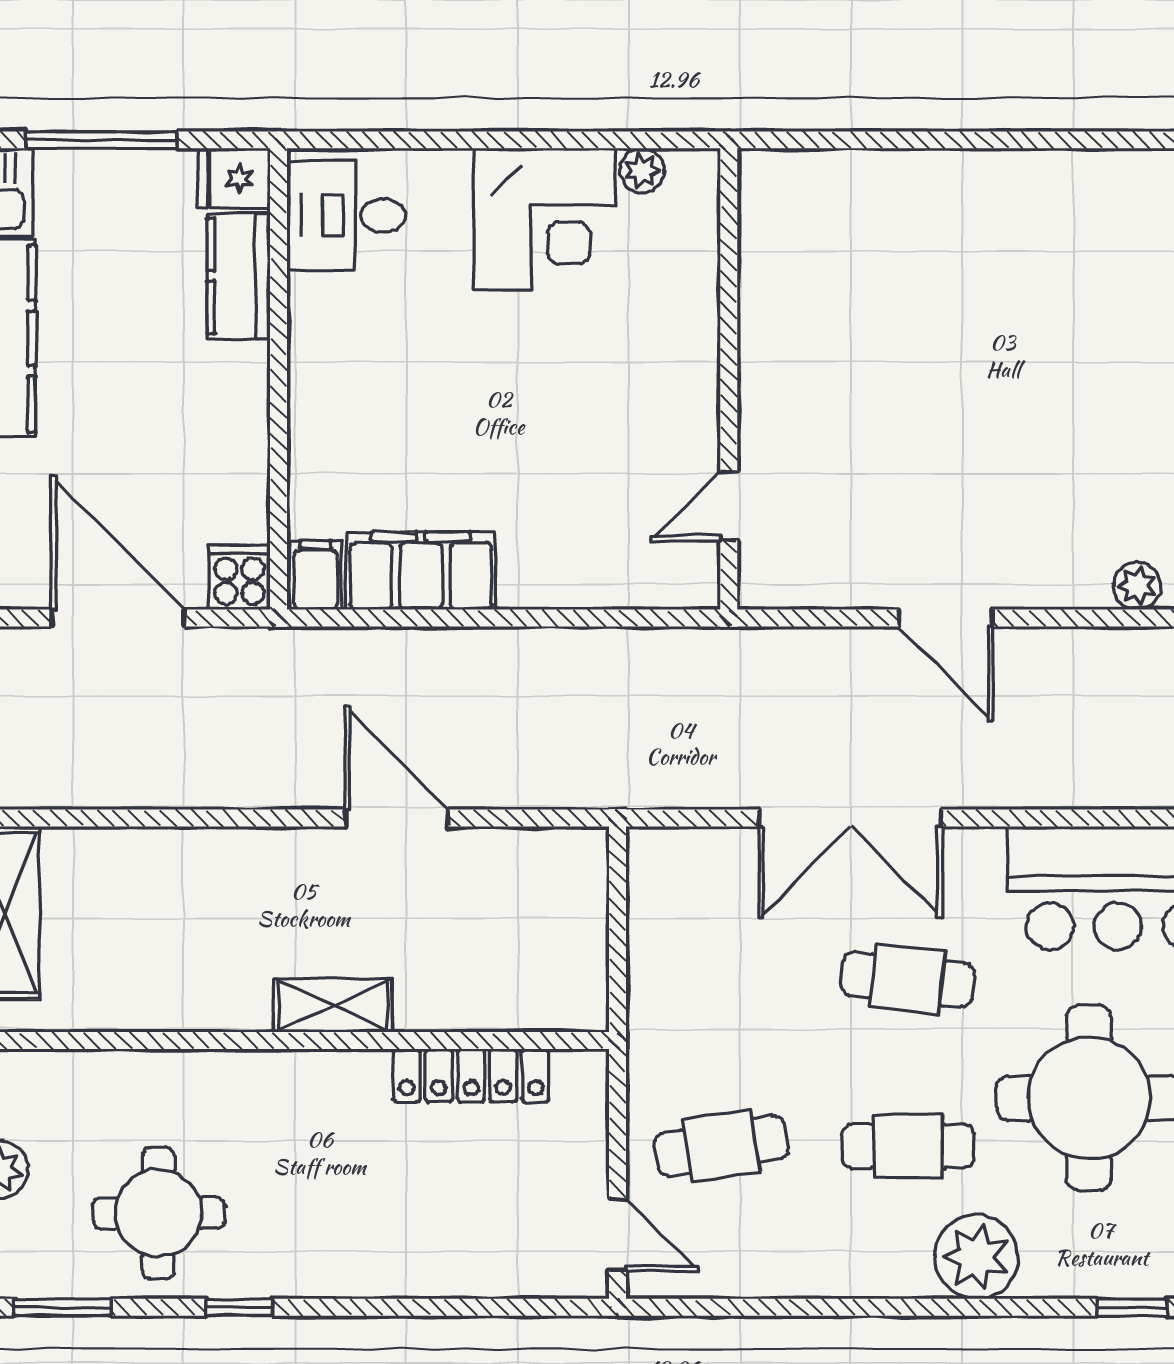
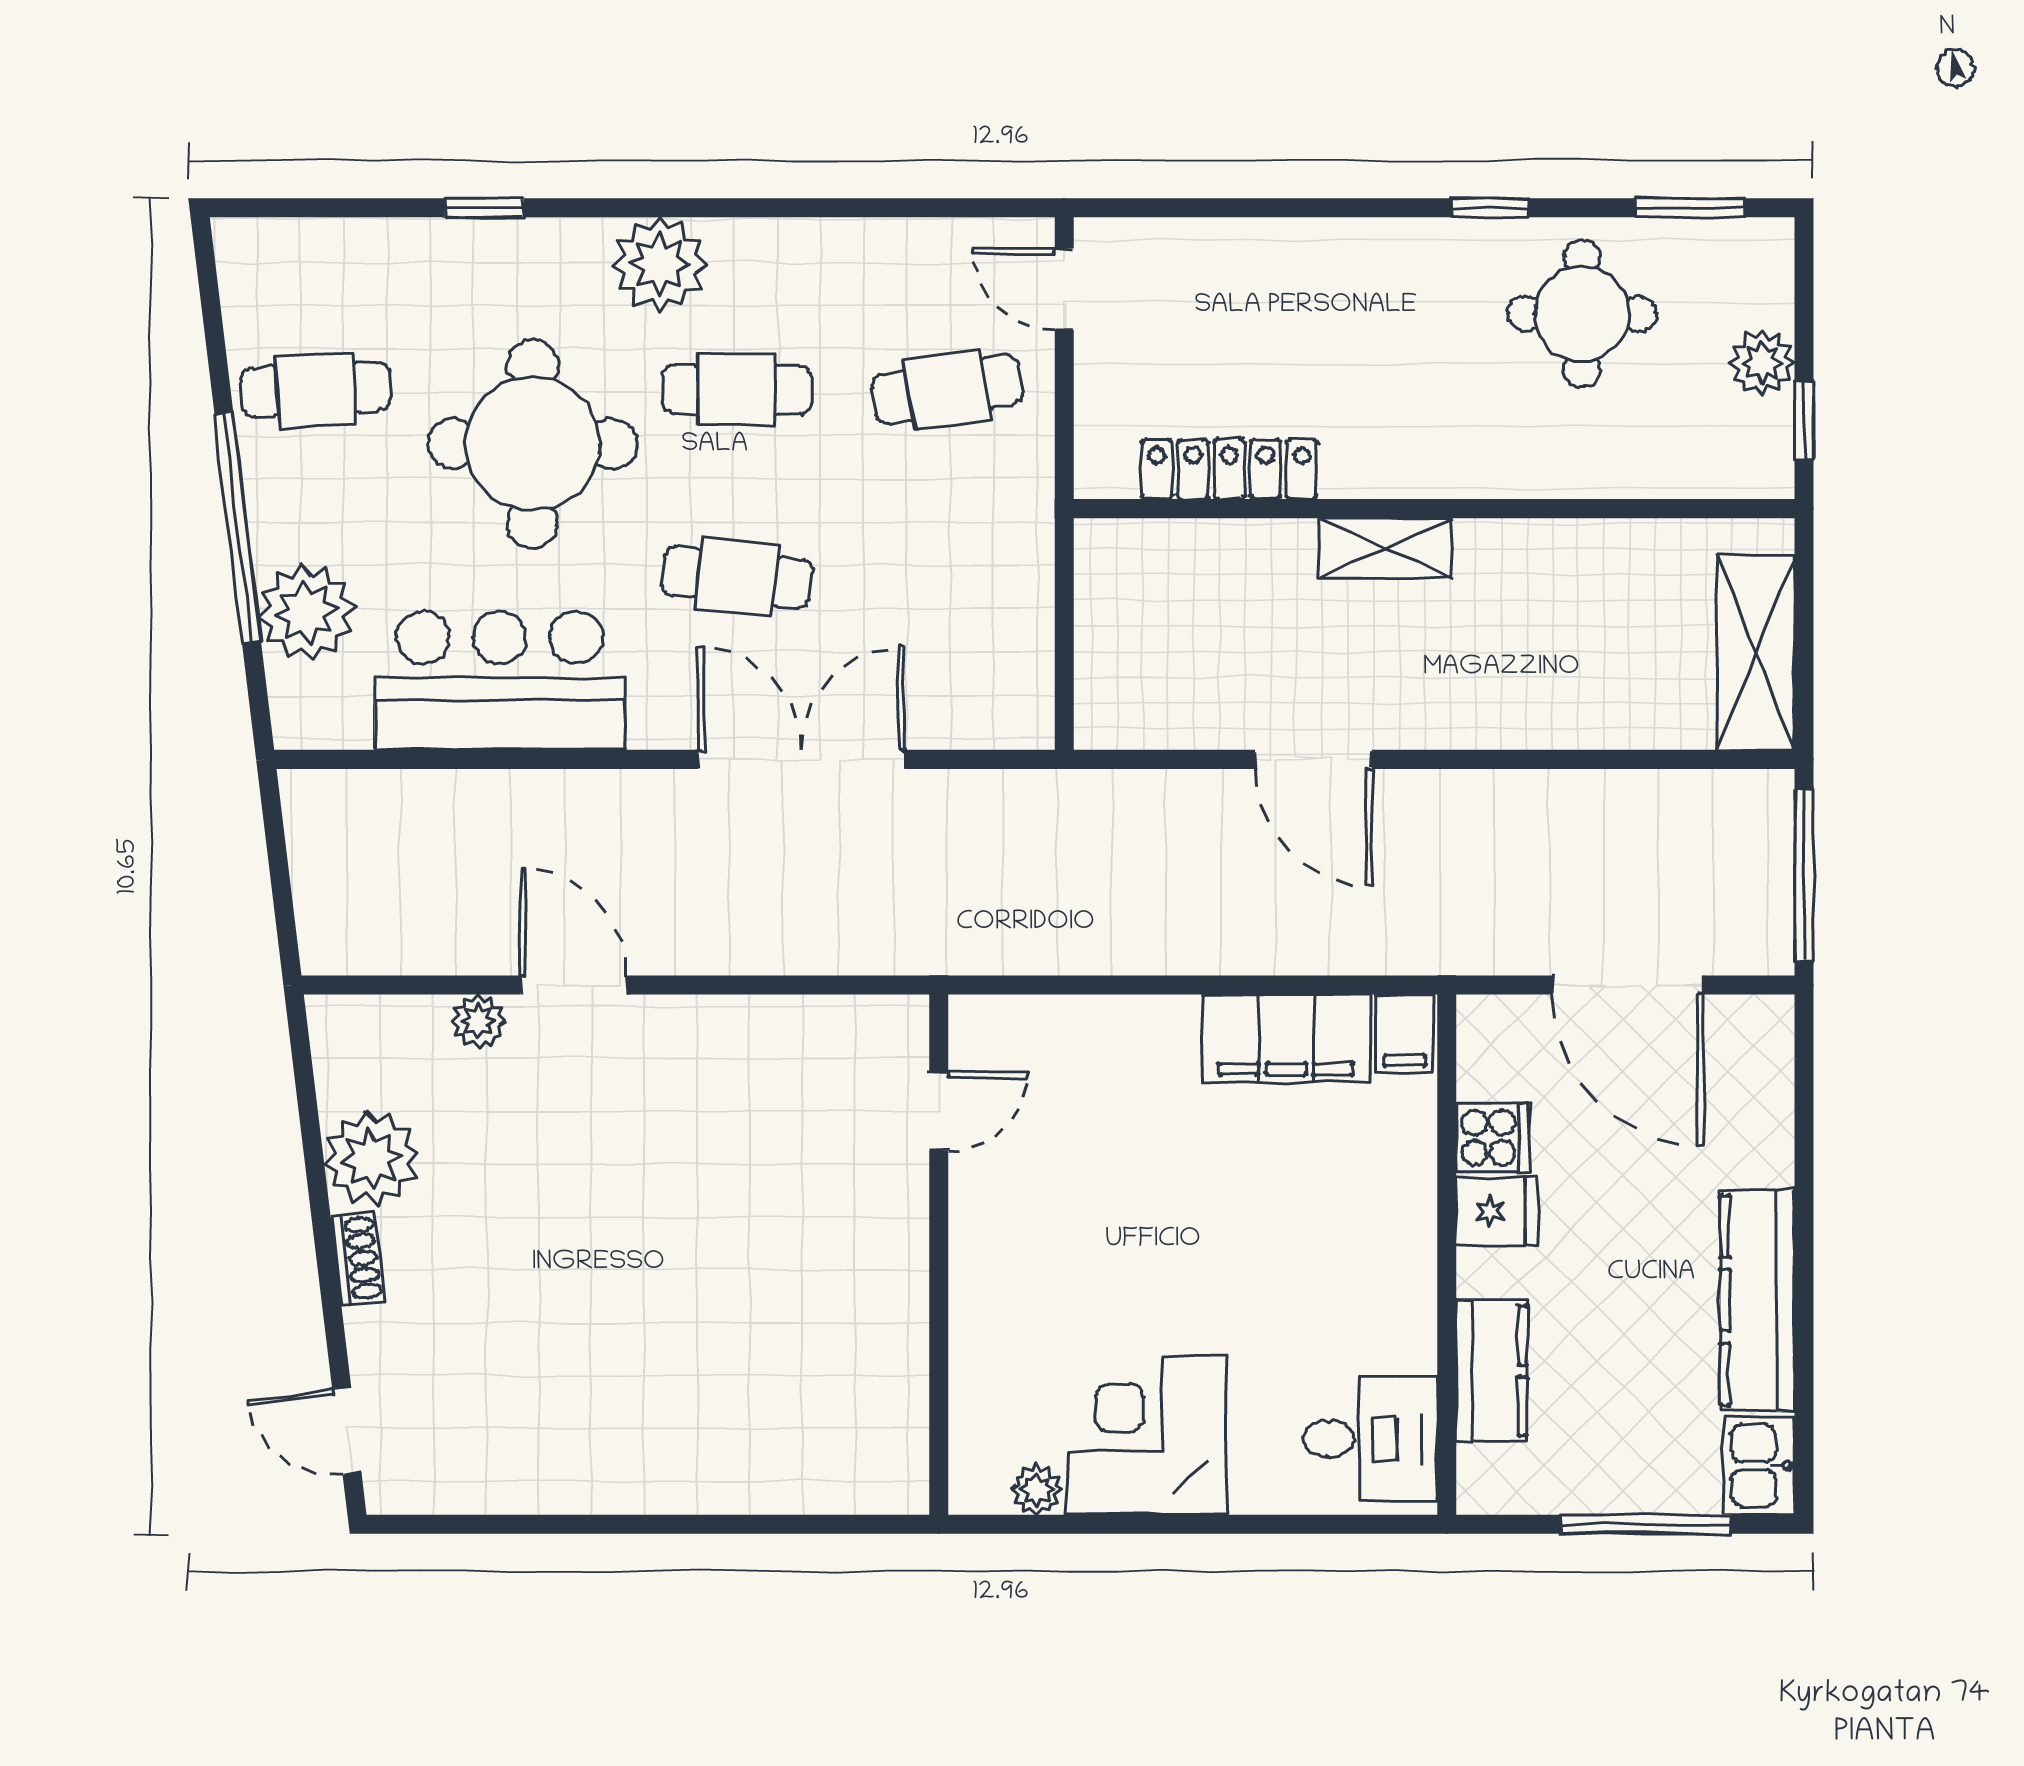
fridge: (234, 178) -> (1497, 1211), moved
cooker: (239, 577) -> (1493, 1138), moved, turned -90
door: (946, 618) -> (573, 985), moved

